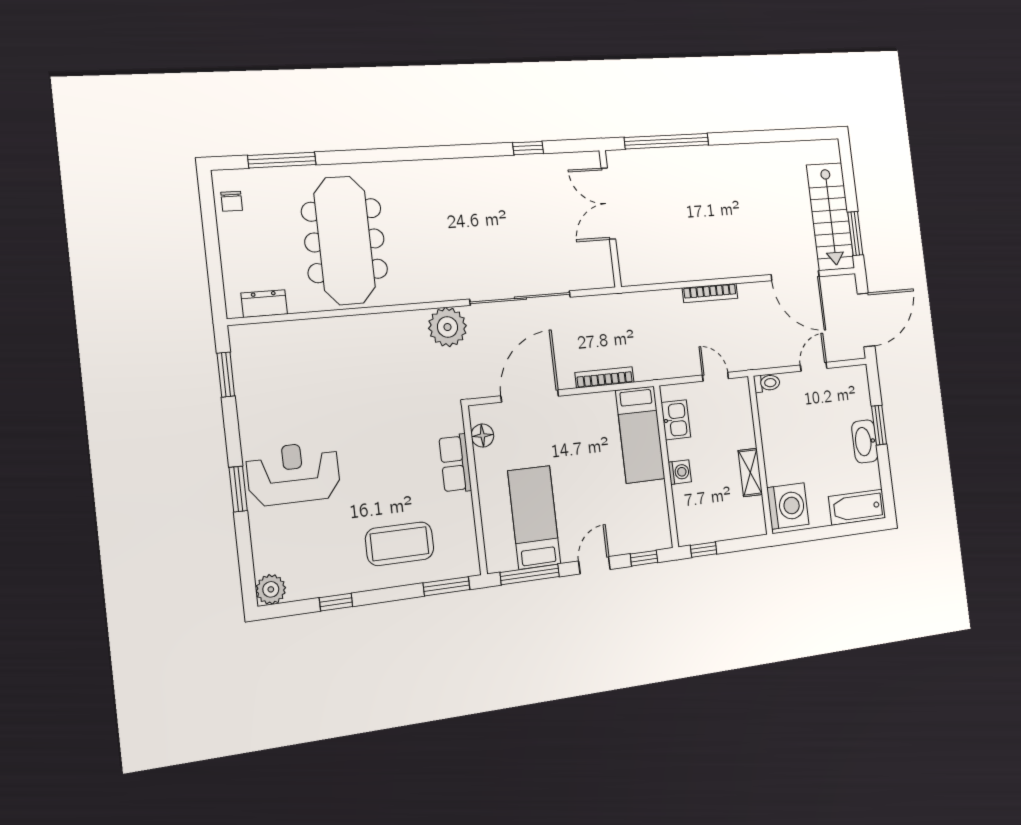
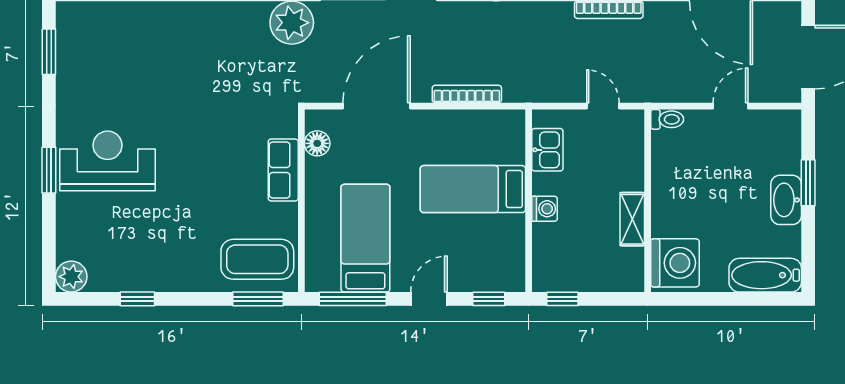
bed: (640, 435) -> (473, 189), moved, turned 90
coffee table: (400, 544) -> (257, 259), moved

